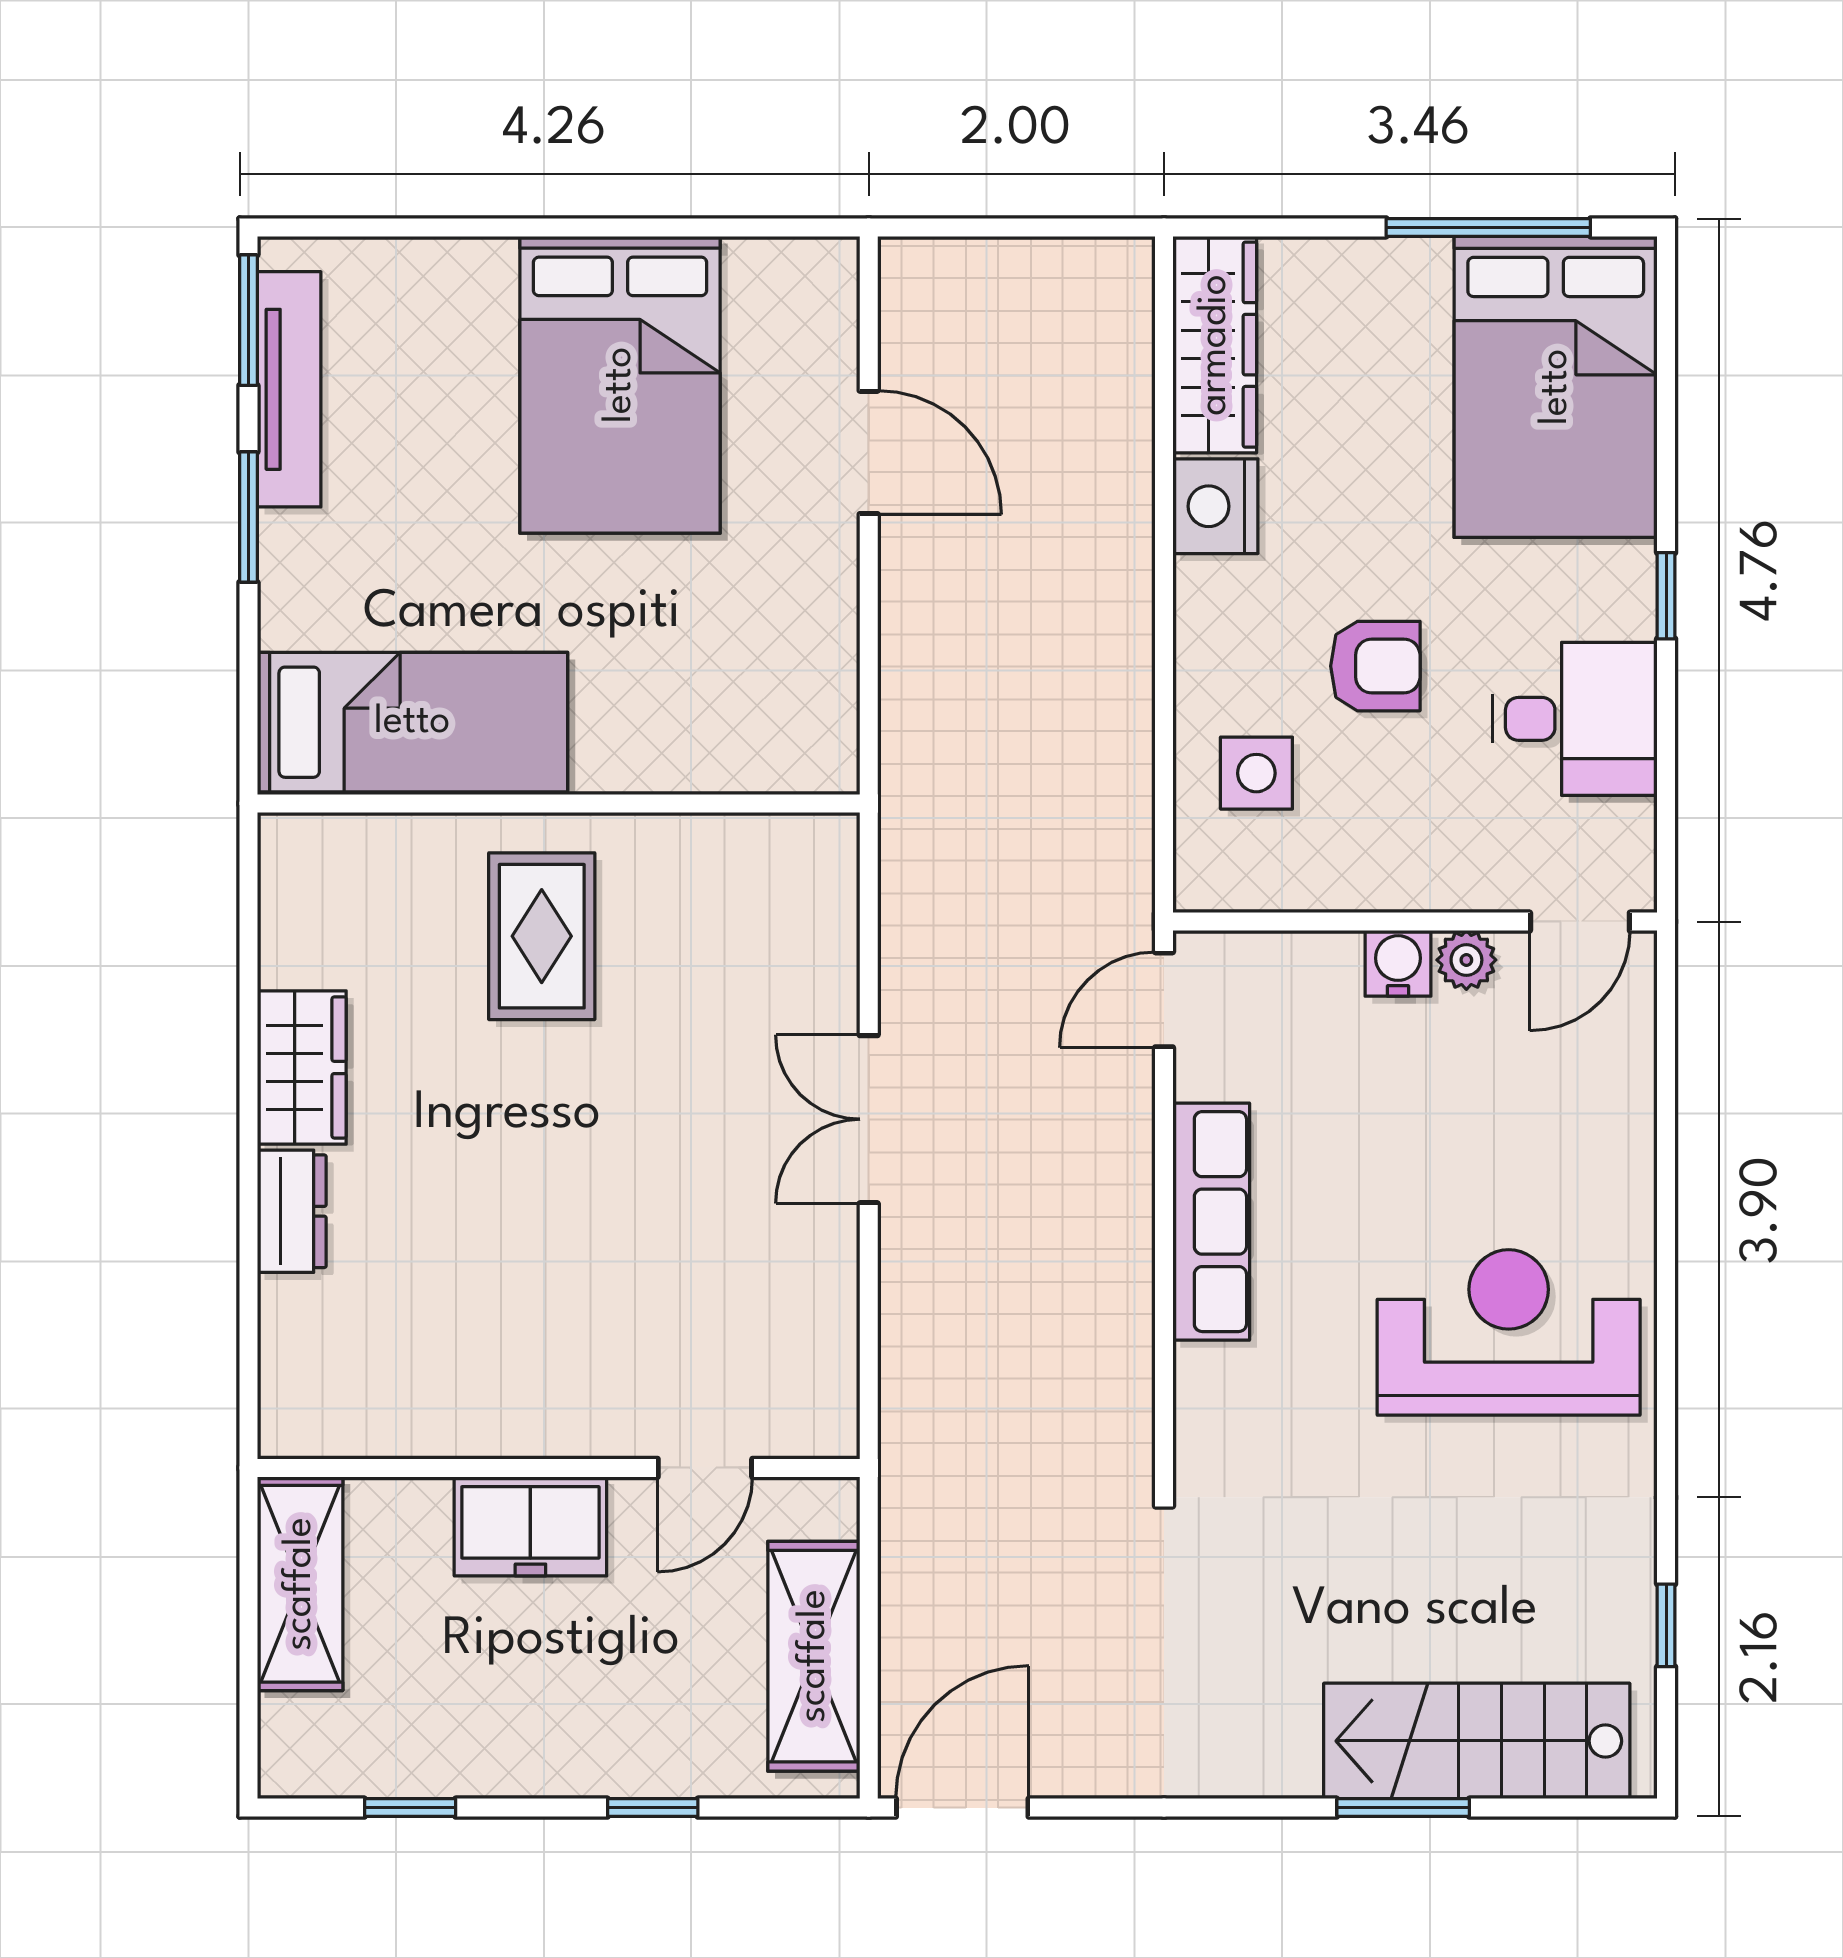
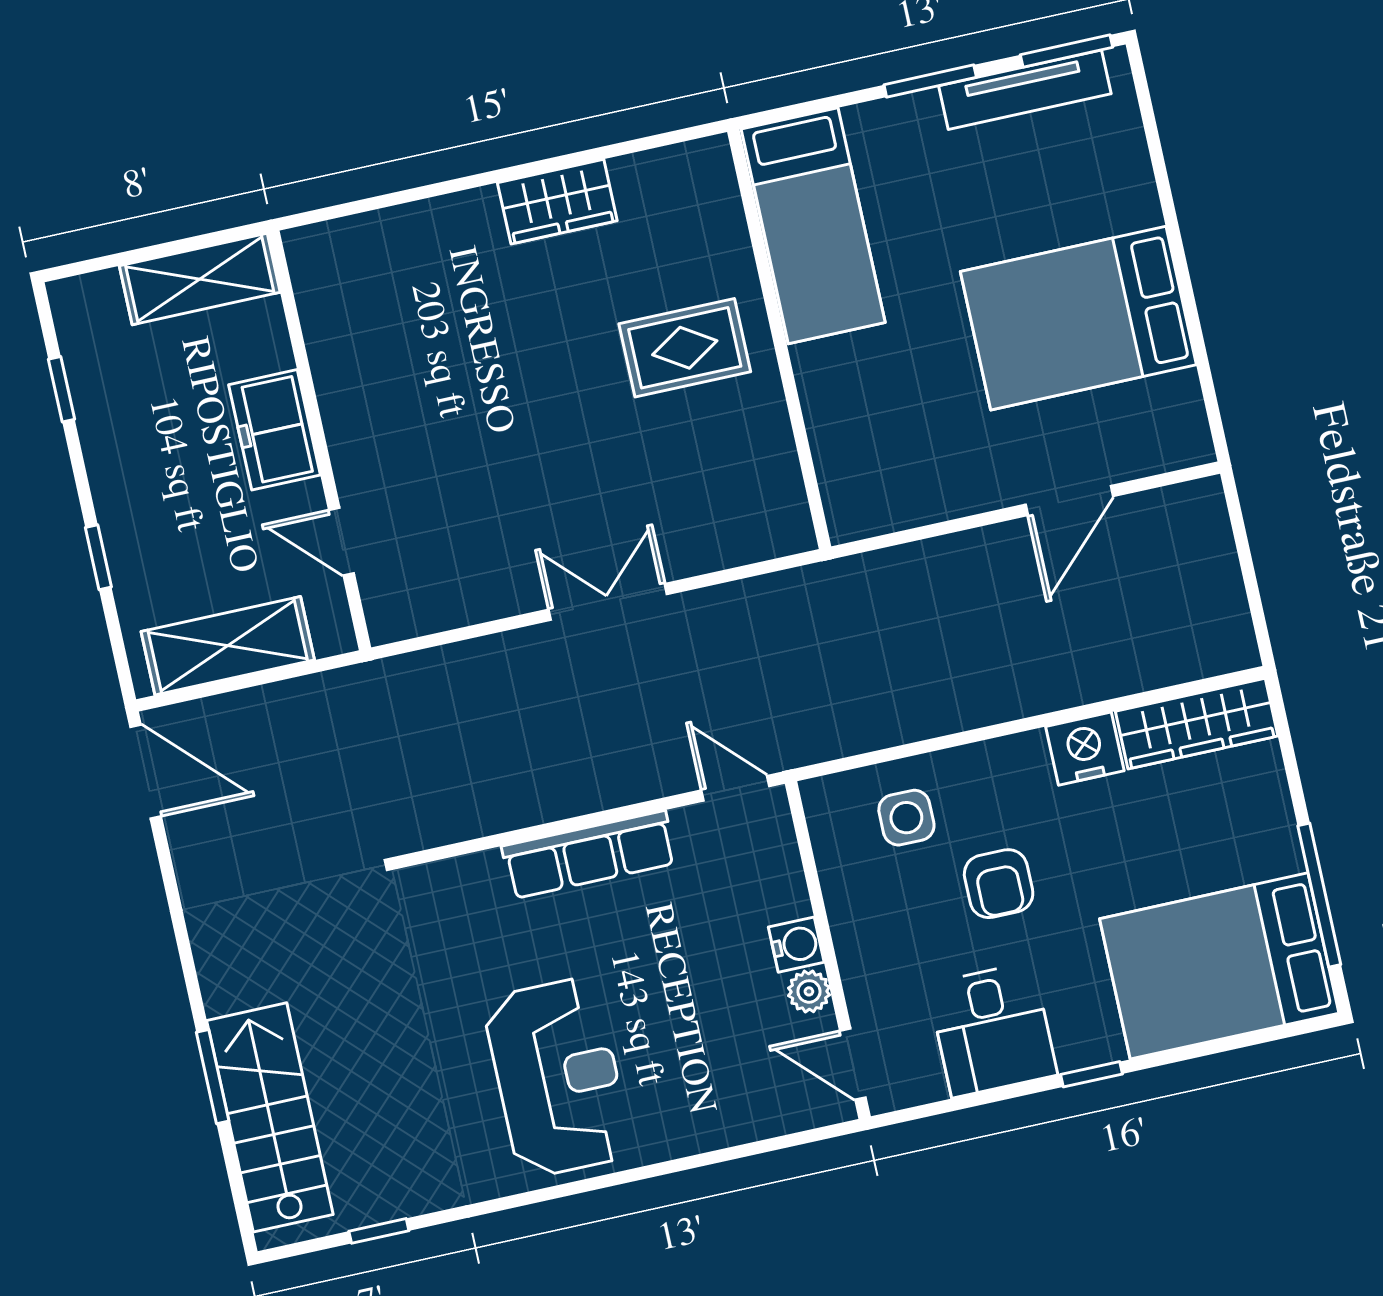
dresser: (292, 1211) -> (456, 217), removed

